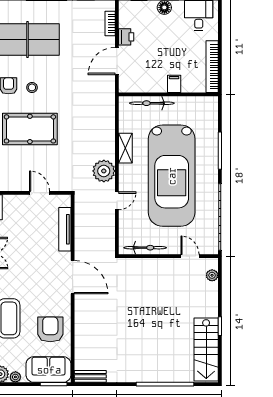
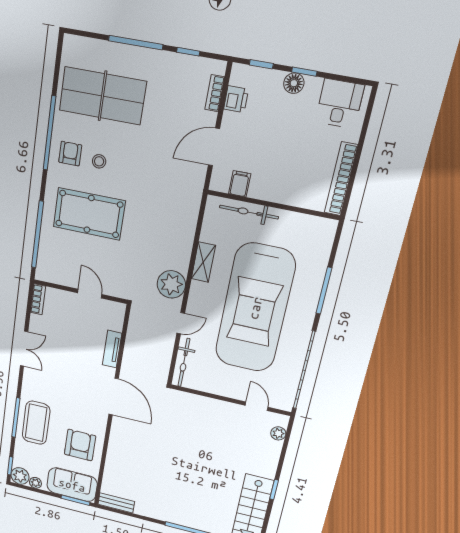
printer: (126, 37) -> (236, 99), moved
filing cabinet: (174, 84) -> (240, 184), moved
tv unit: (65, 229) -> (112, 349), width x0.71
bicycle: (145, 248) -> (184, 362), moved, turned 90

